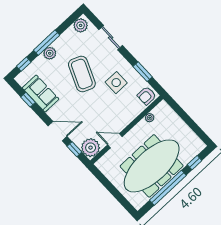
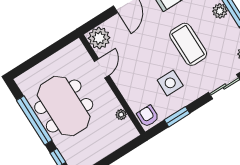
coffee table: (82, 74) -> (188, 44), turned 67
window: (74, 149) -> (101, 19), removed
meeting table: (152, 166) -> (64, 106), width x0.73

